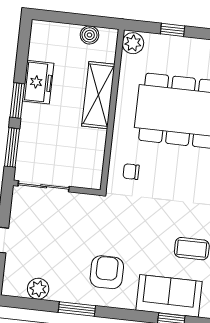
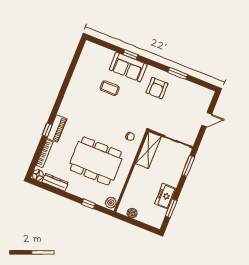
shelving: (98, 95) -> (148, 150), moved
window: (17, 101) -> (171, 208), moved
plant: (38, 289) -> (195, 89), removed

